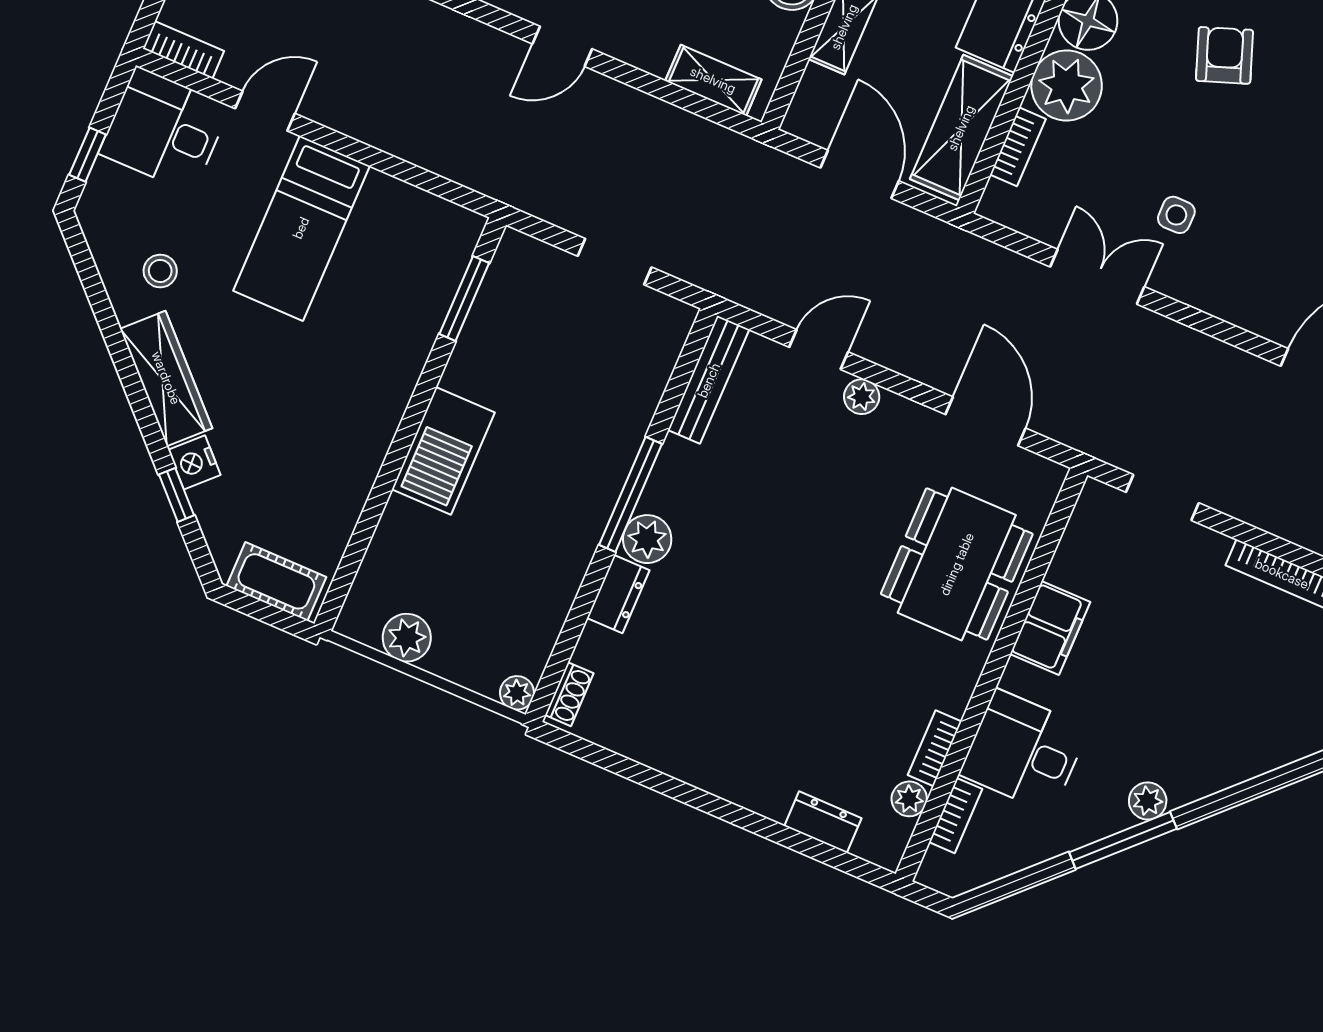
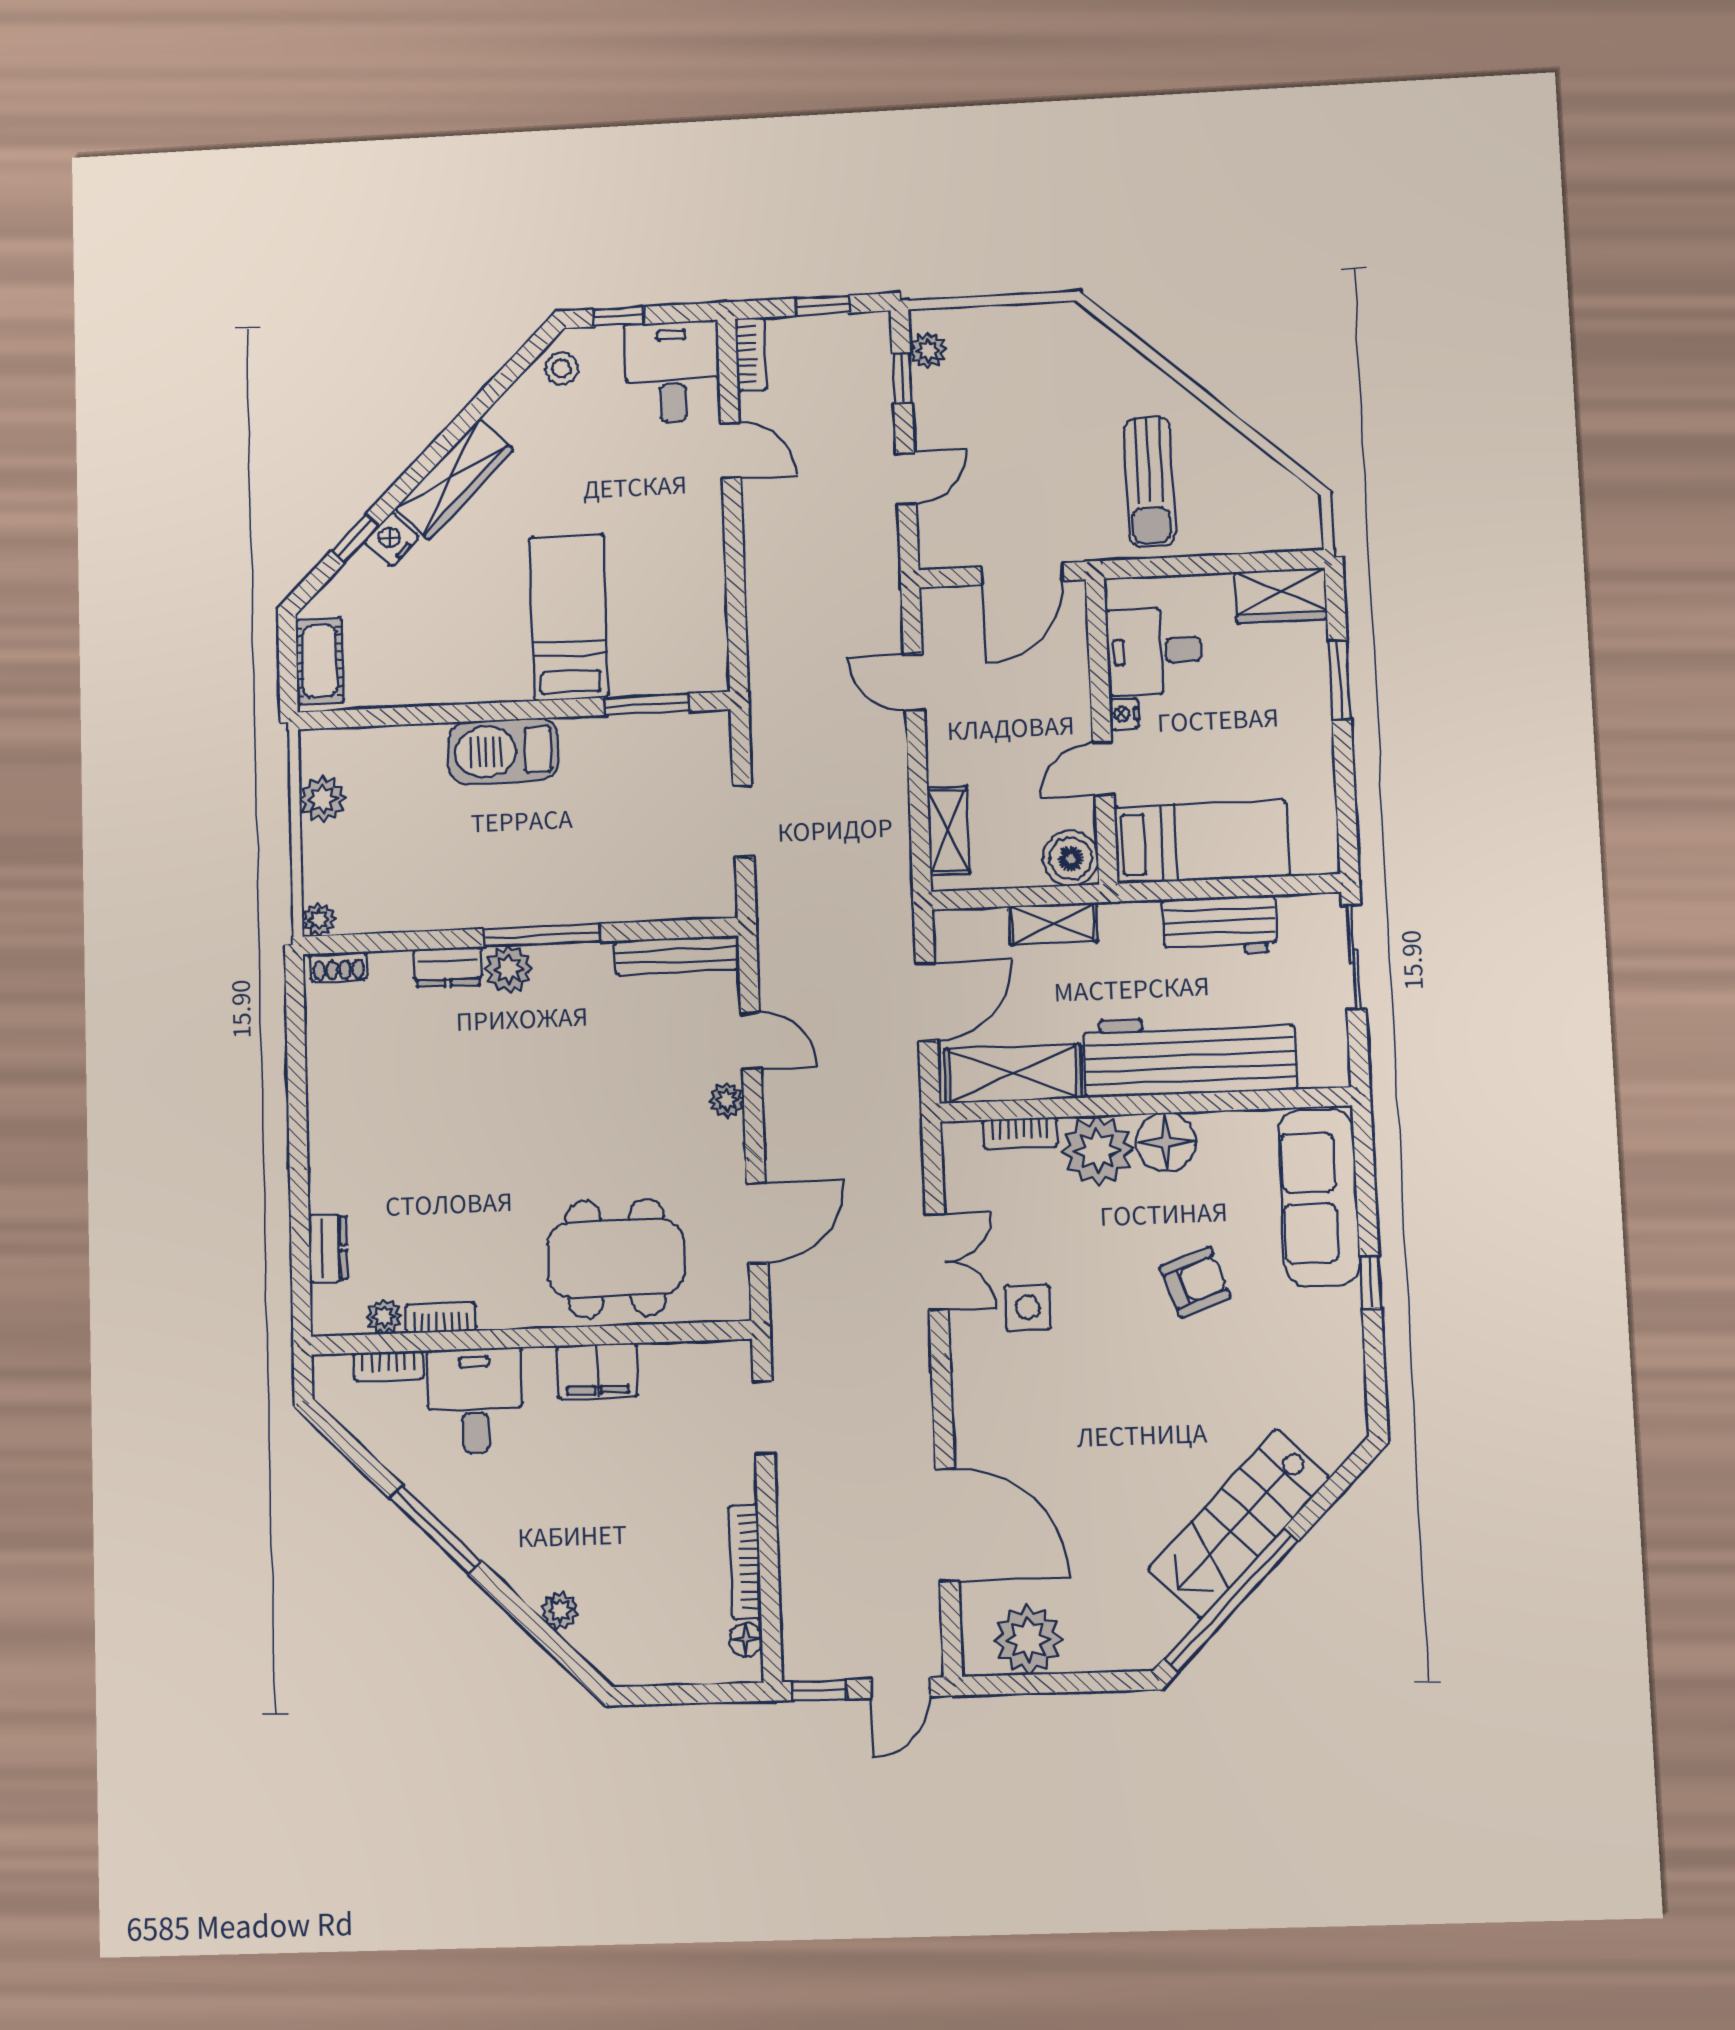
side table: (1176, 215) -> (1028, 1308), width x1.37, depth x1.37
bed: (301, 228) -> (569, 617), moved, turned 90
stool: (160, 271) -> (562, 368), moved
plant: (1148, 801) -> (560, 1611), moved

